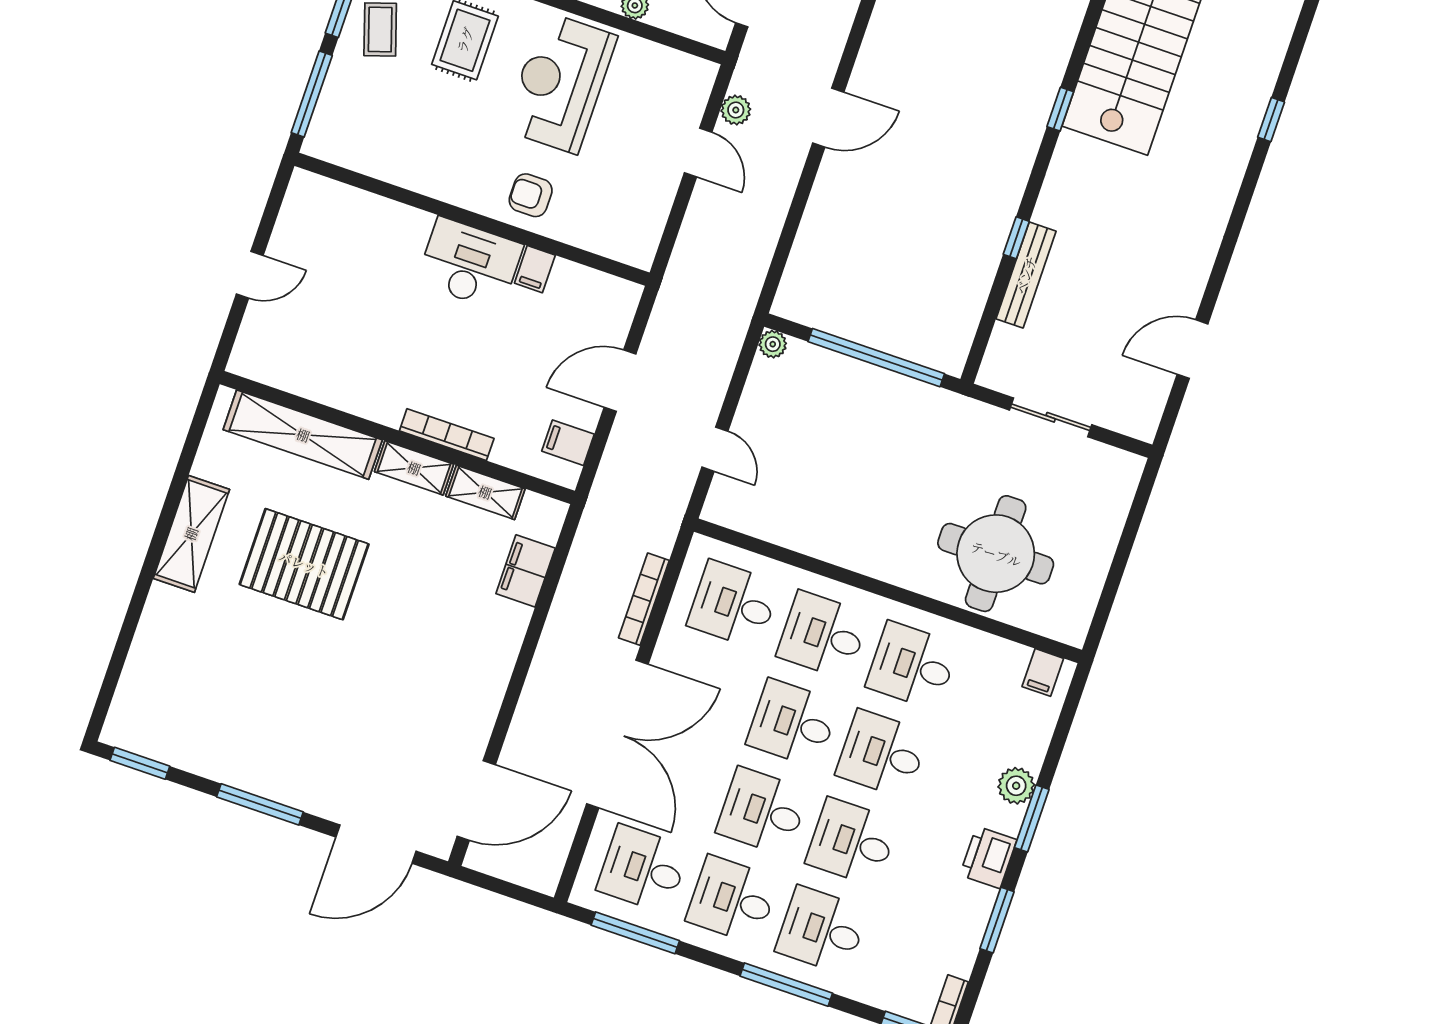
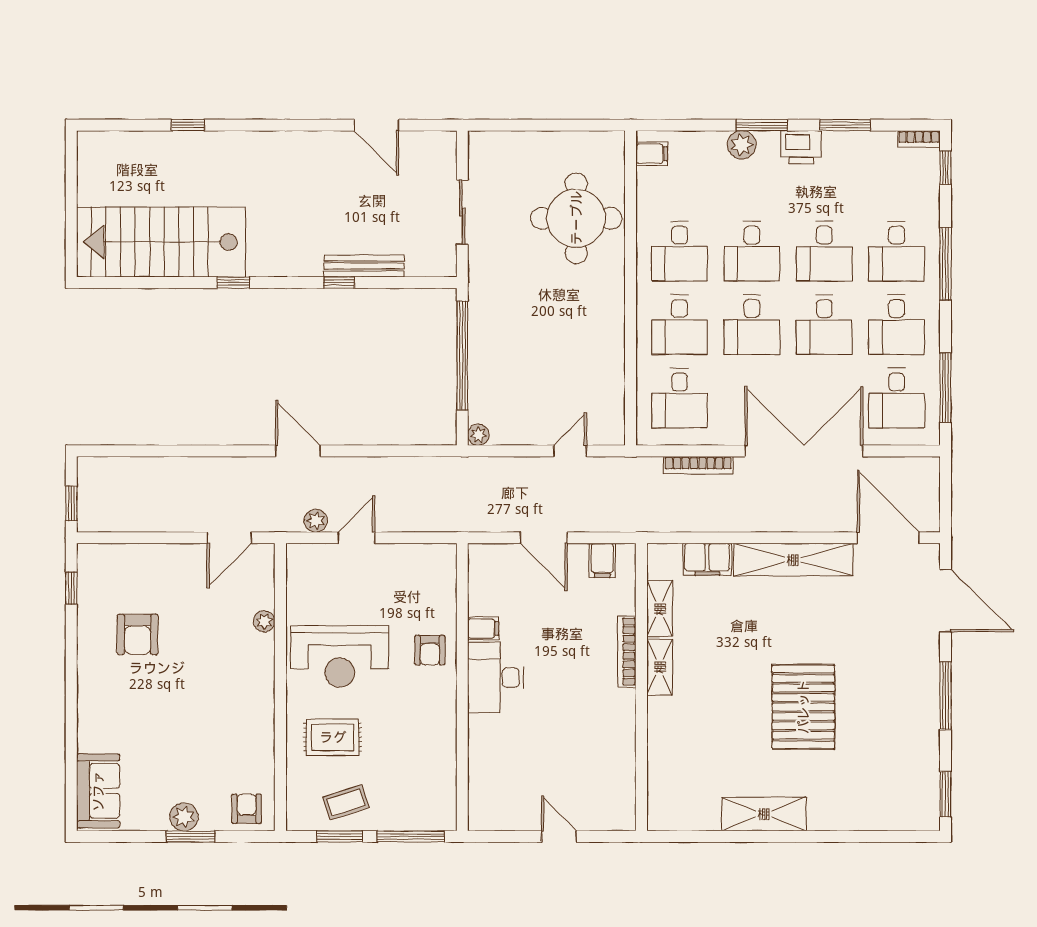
shelving: (303, 435) -> (793, 560), moved, turned 90
pallet: (304, 564) -> (803, 707), moved

